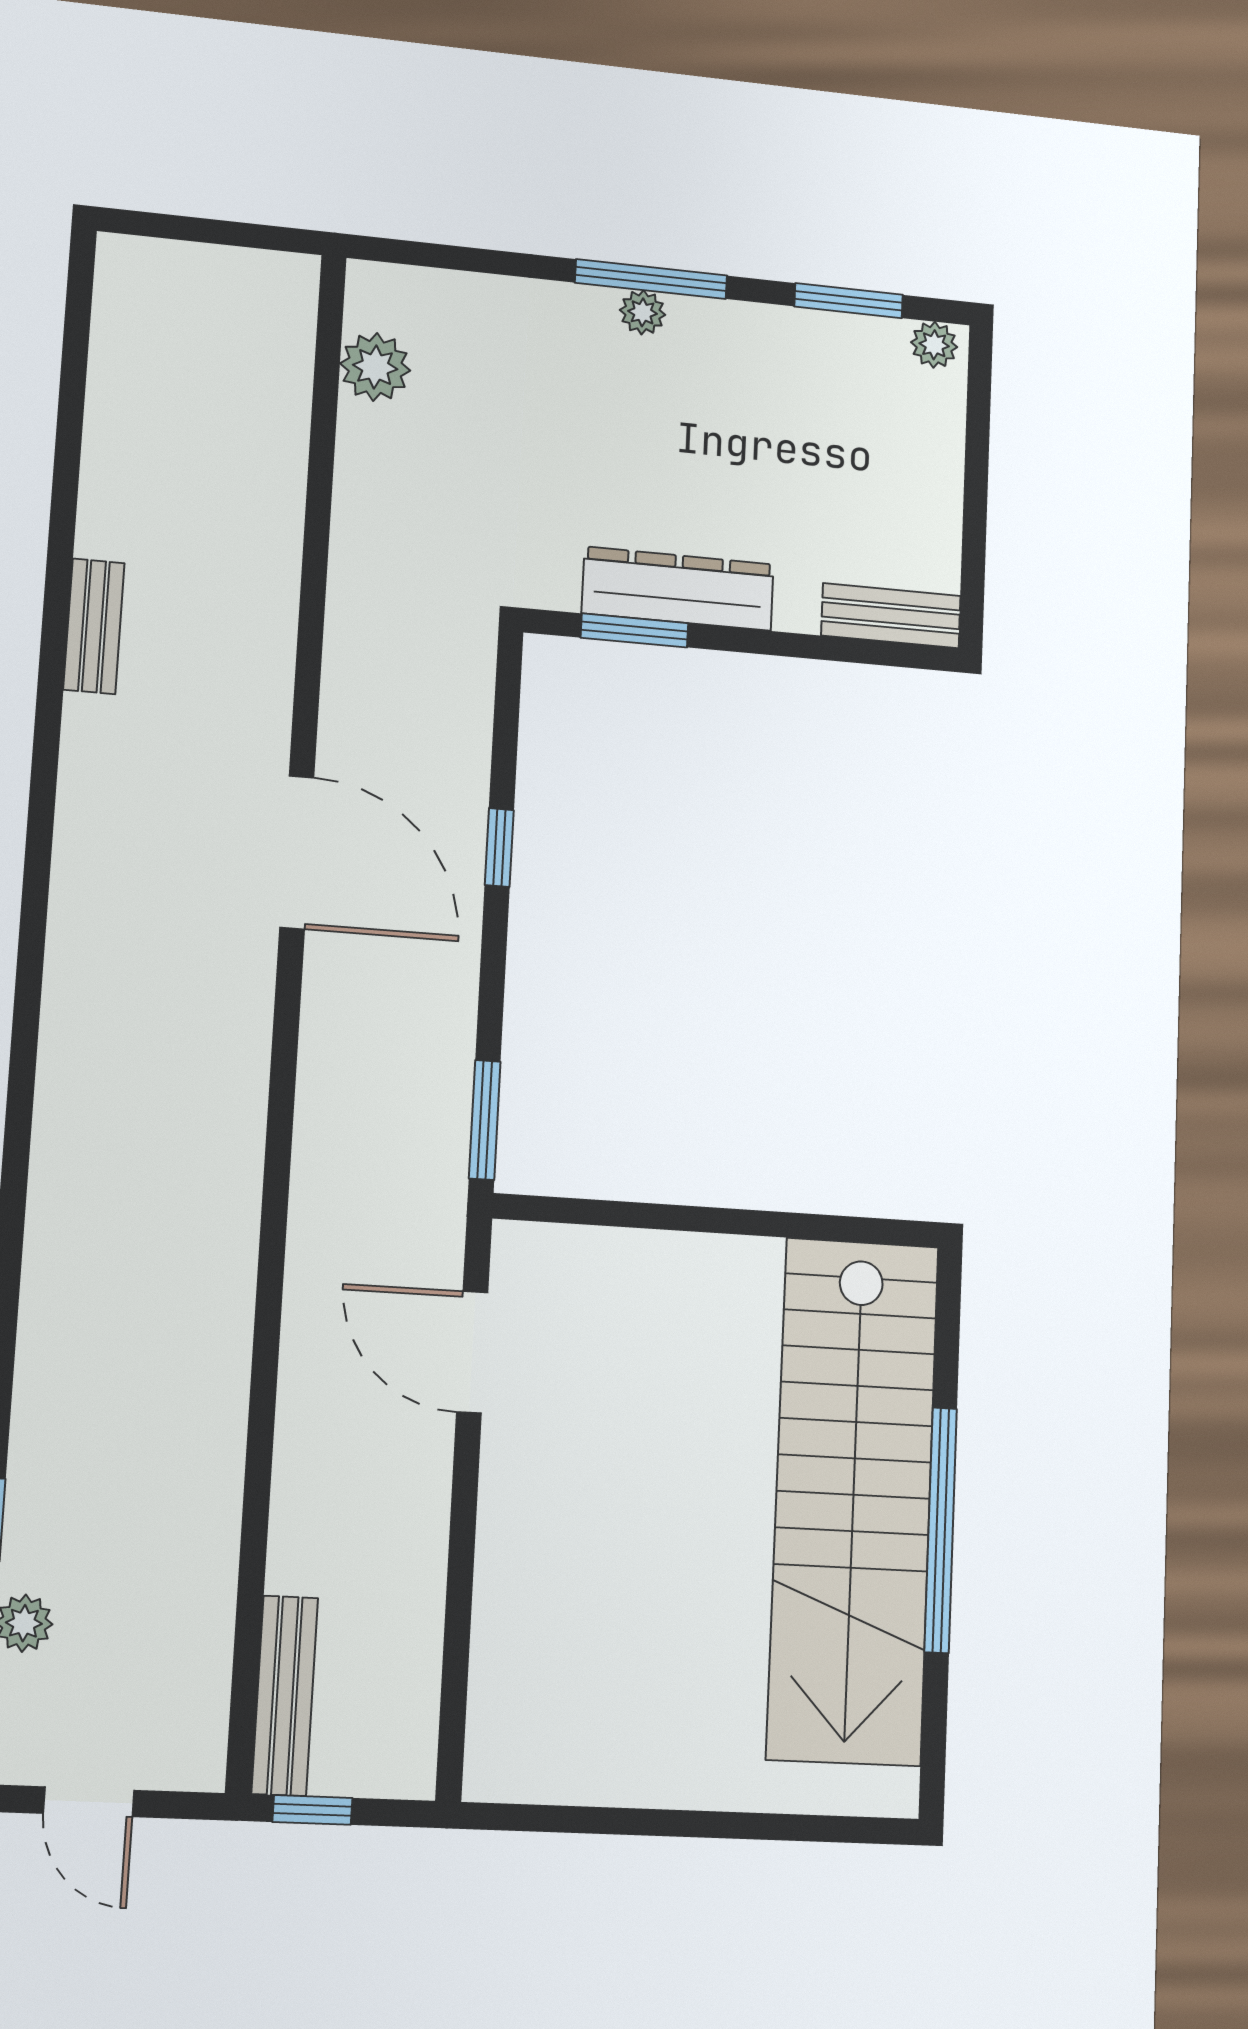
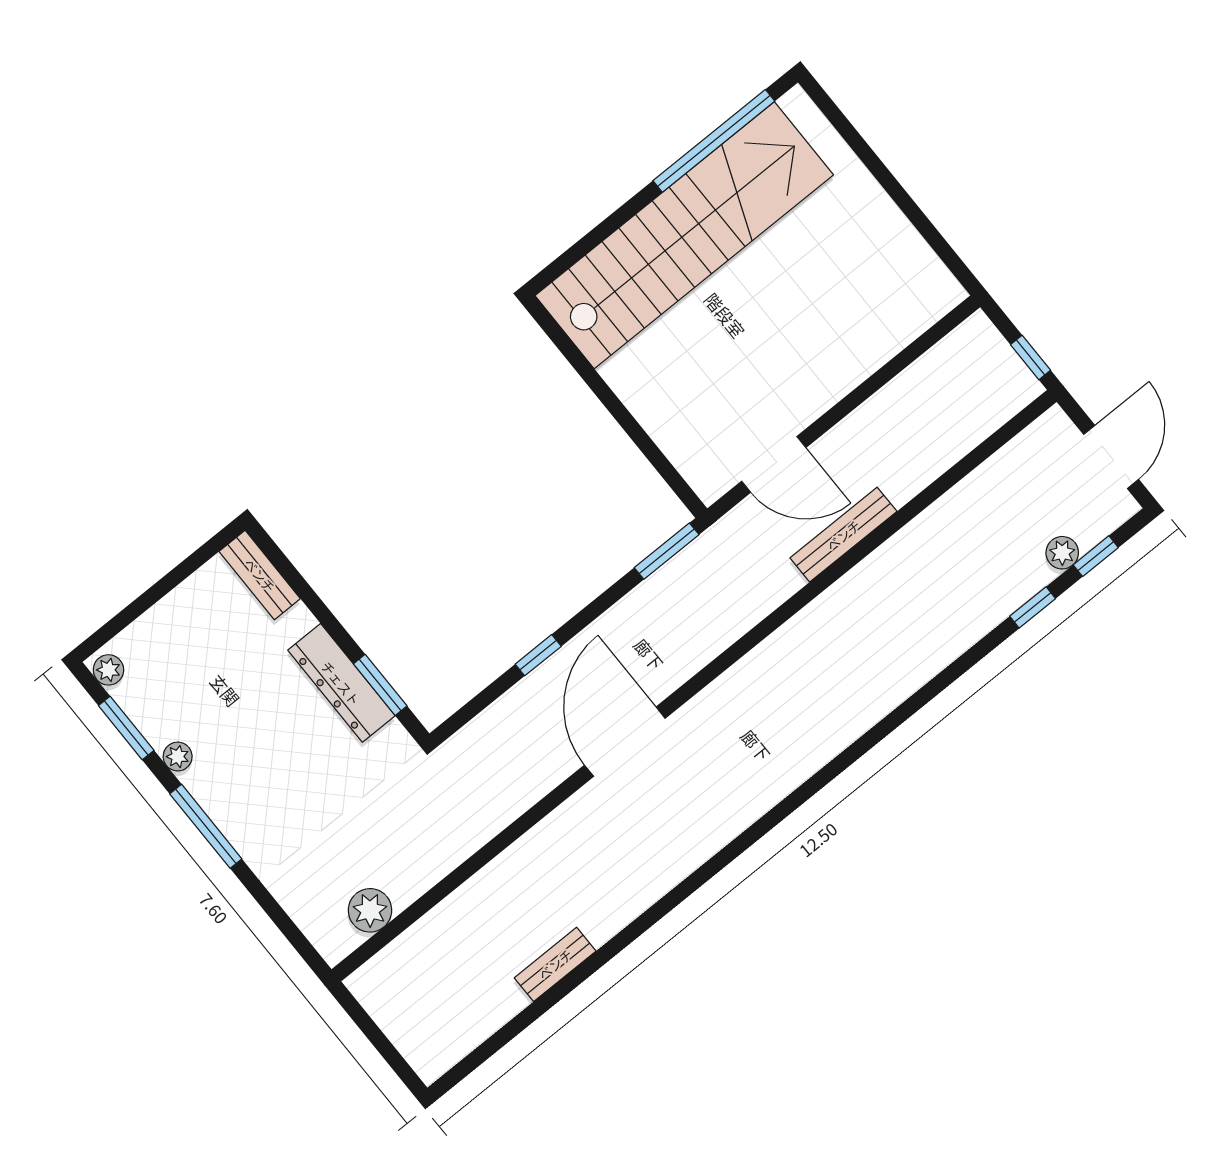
plant: (643, 312) -> (178, 757), moved
bench: (94, 626) -> (555, 964), moved
door: (472, 1352) -> (774, 464), hinge flipped
window: (941, 1530) -> (714, 141), moved
bench: (285, 1696) -> (843, 535), moved
door: (89, 1802) -> (1111, 457), width x1.38

